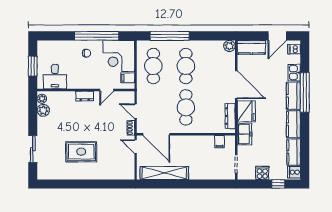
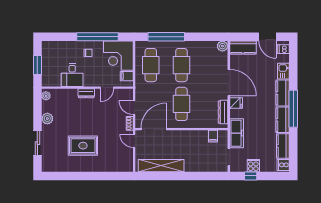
door: (277, 36) -> (267, 37), hinge flipped
desk: (55, 77) -> (72, 75), moved
window: (305, 92) -> (293, 109), moved
plant: (43, 110) -> (47, 119), moved
fridge: (246, 111) -> (236, 103), width x0.53, depth x0.75
door: (156, 134) -> (154, 129), swing flipped
freezer: (245, 134) -> (237, 133), width x1.40
window: (278, 184) -> (251, 176), moved

